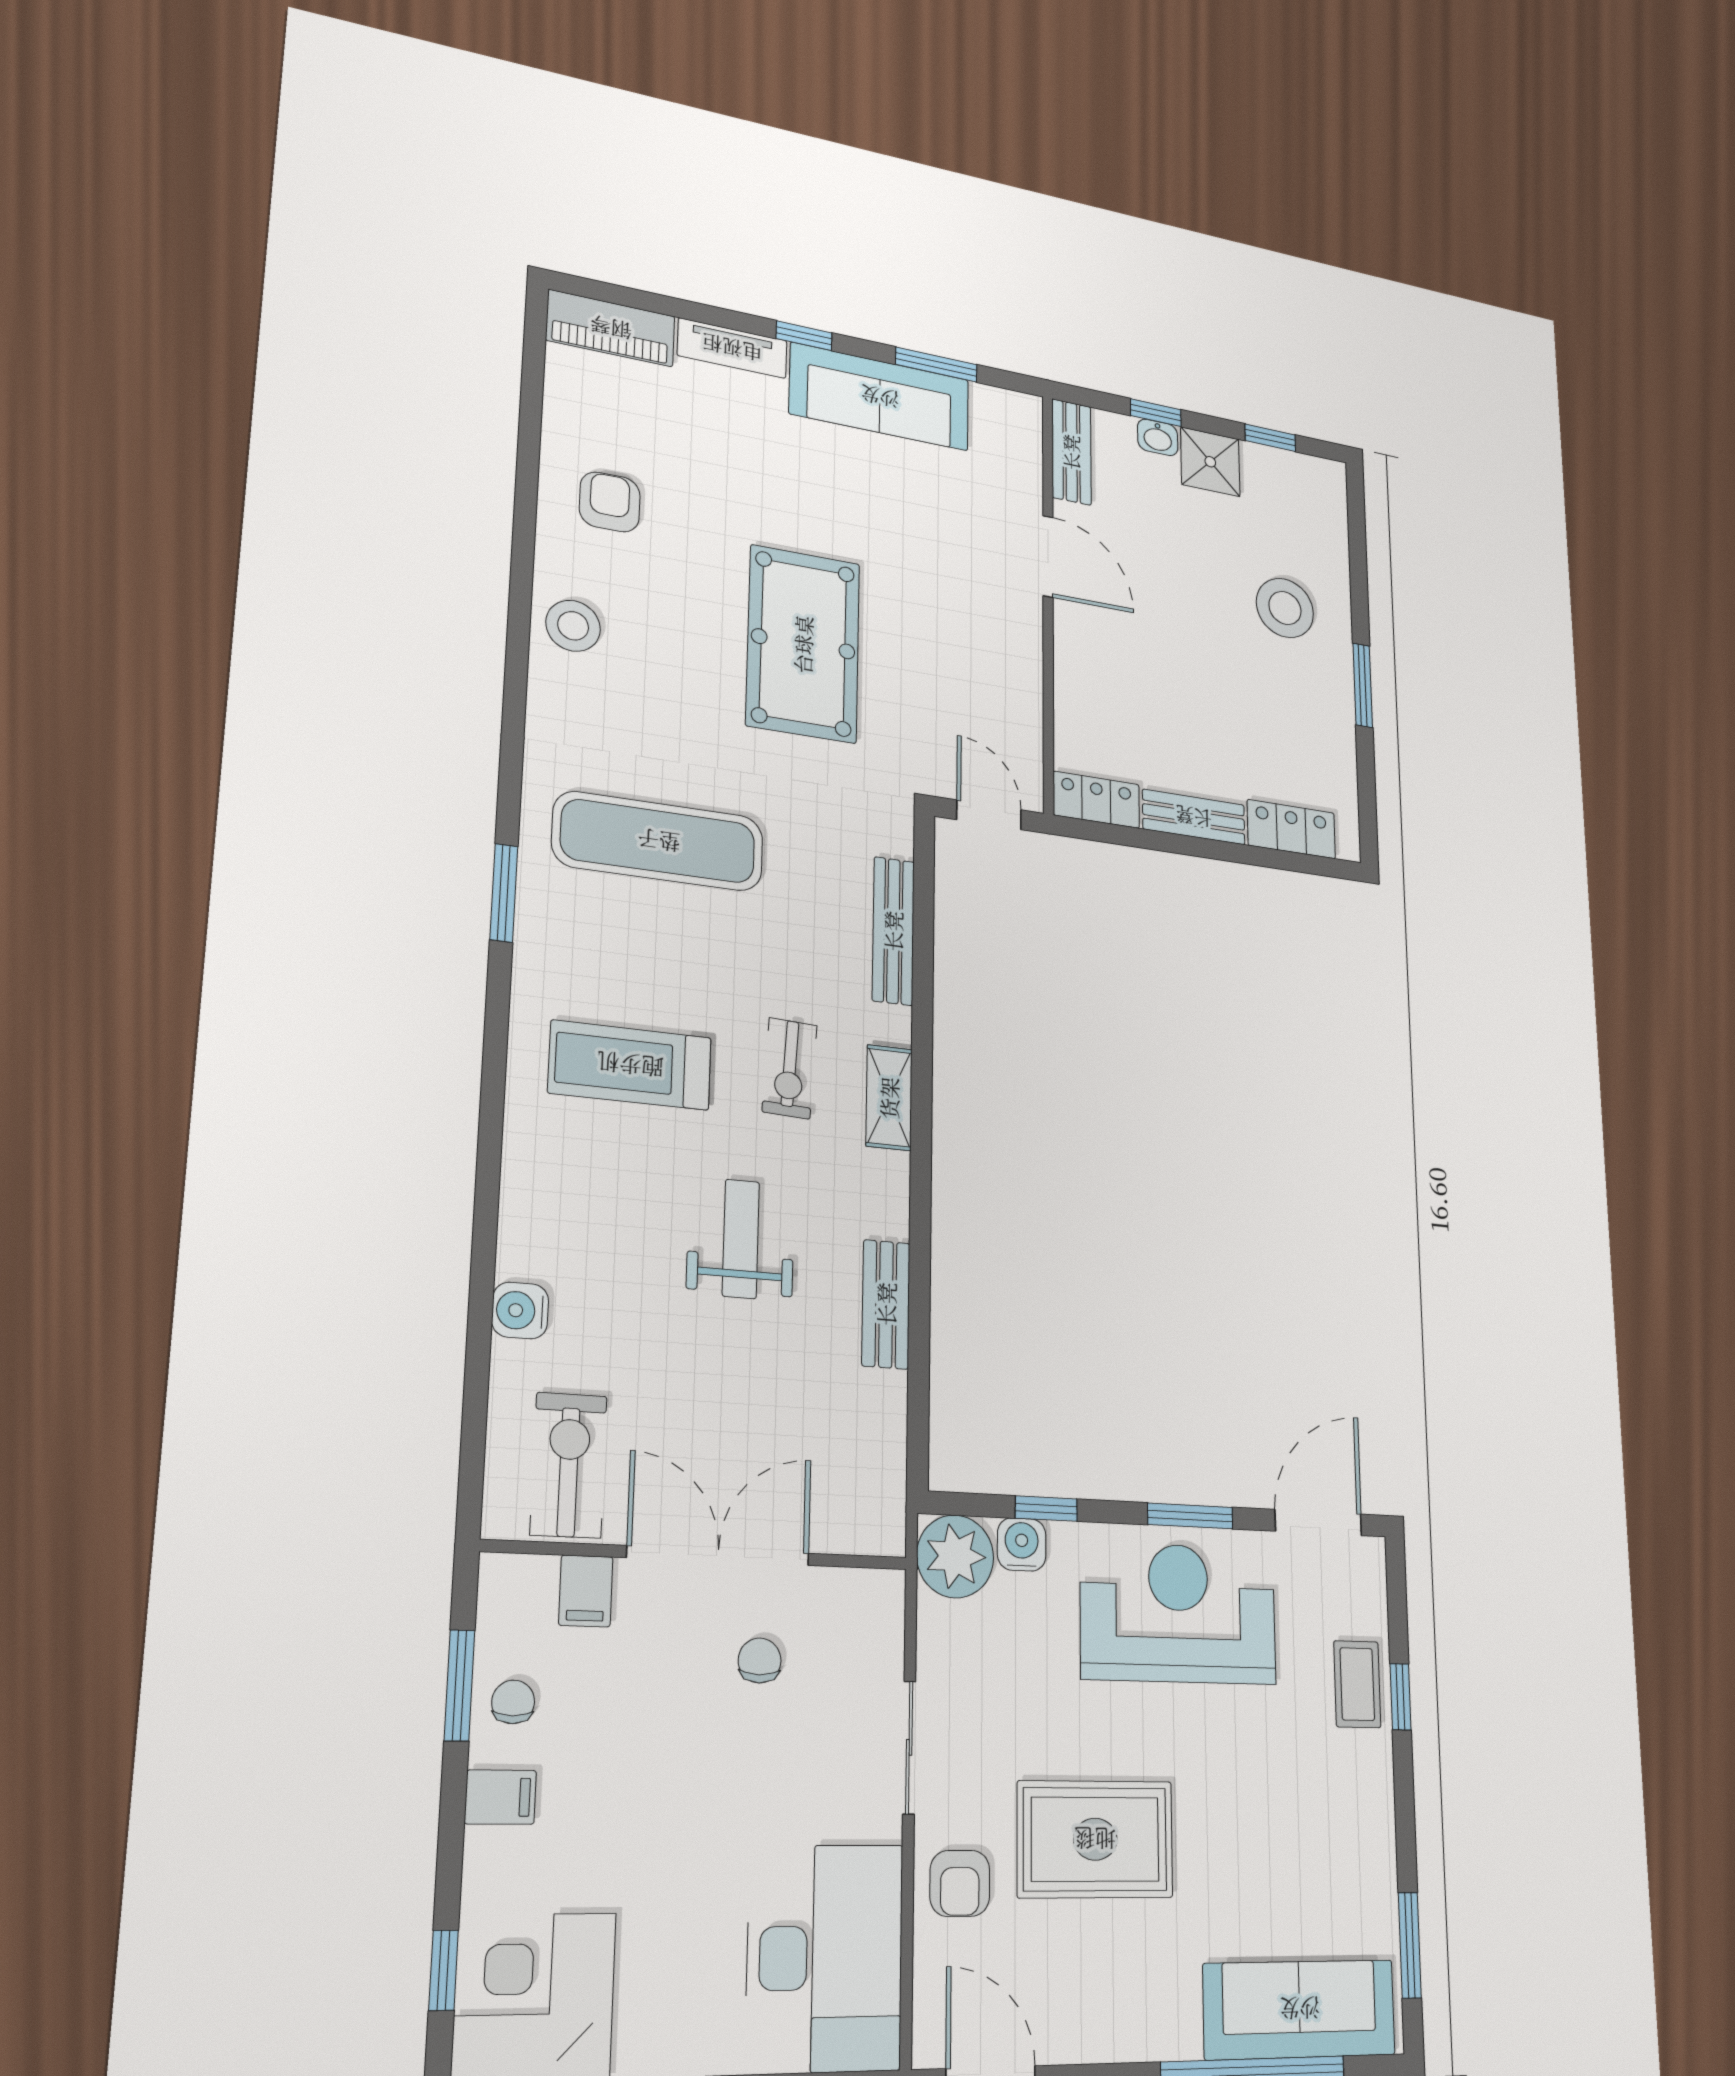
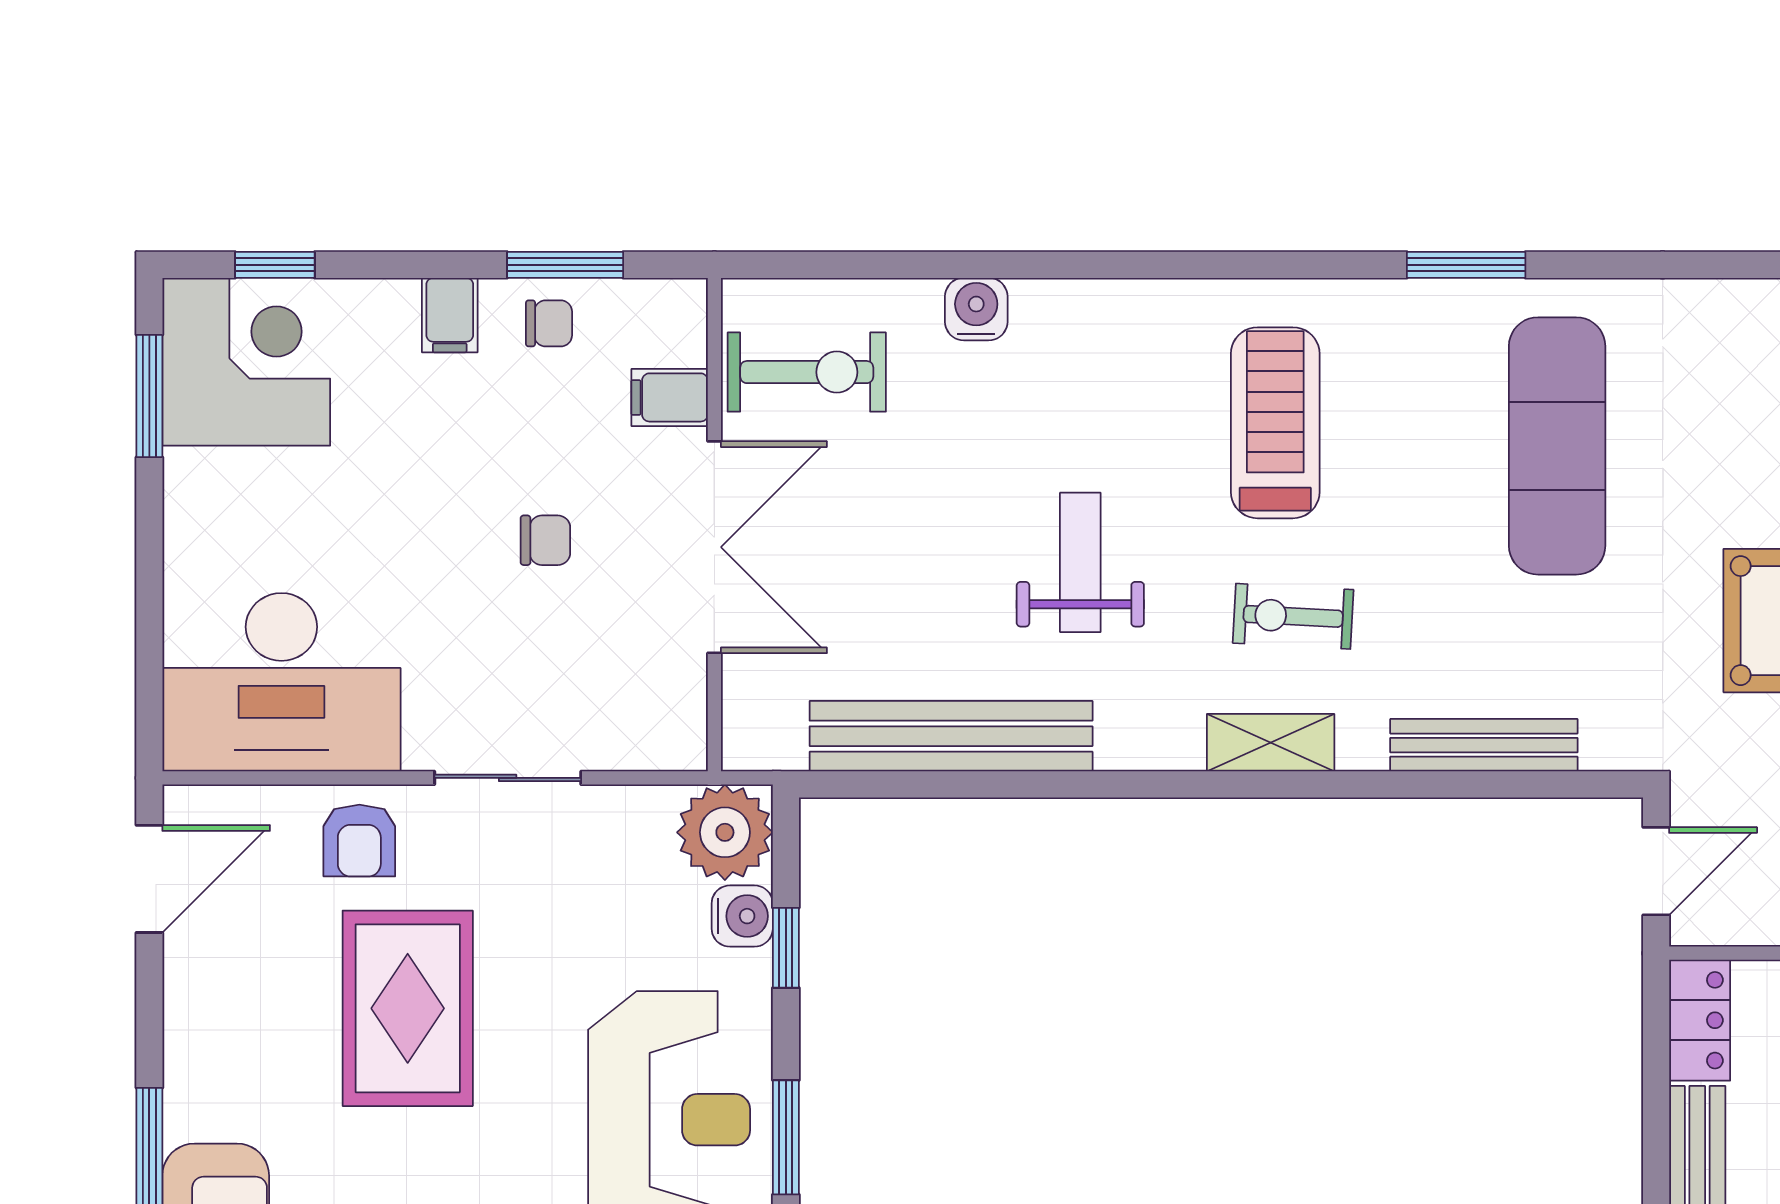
weight bench: (741, 1239) -> (1080, 562), turned -90
bench: (886, 1304) -> (951, 736), width x1.86, depth x1.21
chair: (760, 1660) -> (545, 540), moved
armchair: (960, 1883) -> (359, 841), turned -90

